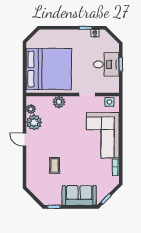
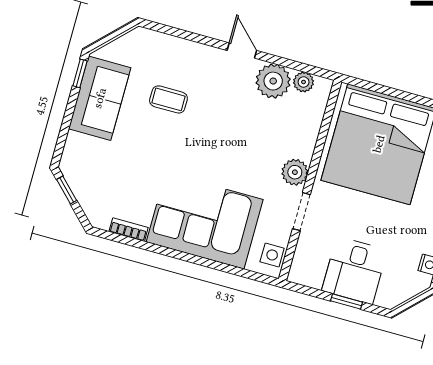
plant: (59, 102) -> (295, 172), moved
door: (25, 140) -> (242, 51), hinge flipped
sofa: (79, 195) -> (100, 98), moved

